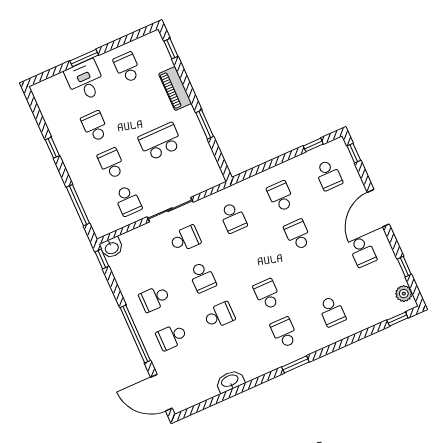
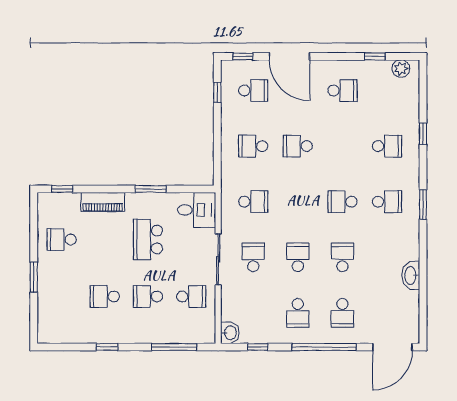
desk: (85, 81) -> (197, 210), moved, turned 180
door: (378, 208) -> (289, 56), moved
window: (102, 259) -> (258, 347), moved
school desk: (202, 277) -> (298, 257), turned -90
window: (397, 319) -> (423, 134), moved
school desk: (284, 333) -> (387, 202), turned 180

